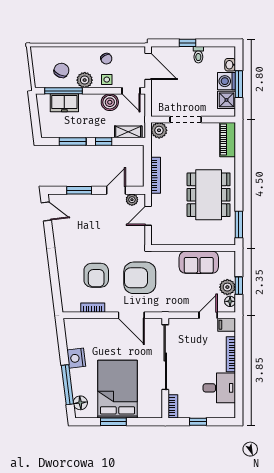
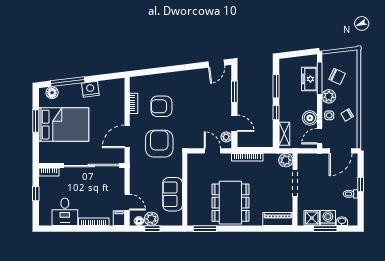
dining table: (209, 195) -> (230, 203), turned 90

